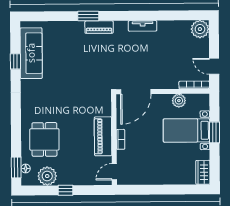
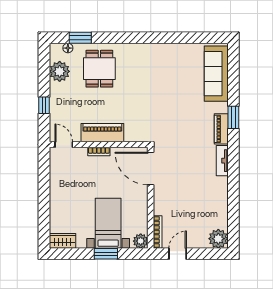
tv unit: (143, 26) -> (222, 161), moved
sofa: (31, 53) -> (216, 74), moved, turned 90
window: (15, 61) -> (185, 38), removed
plant: (179, 101) -> (141, 241), moved
dining table: (44, 139) -> (99, 69), turned 90
window: (16, 168) -> (80, 38), moved
window: (65, 190) -> (44, 105), moved

